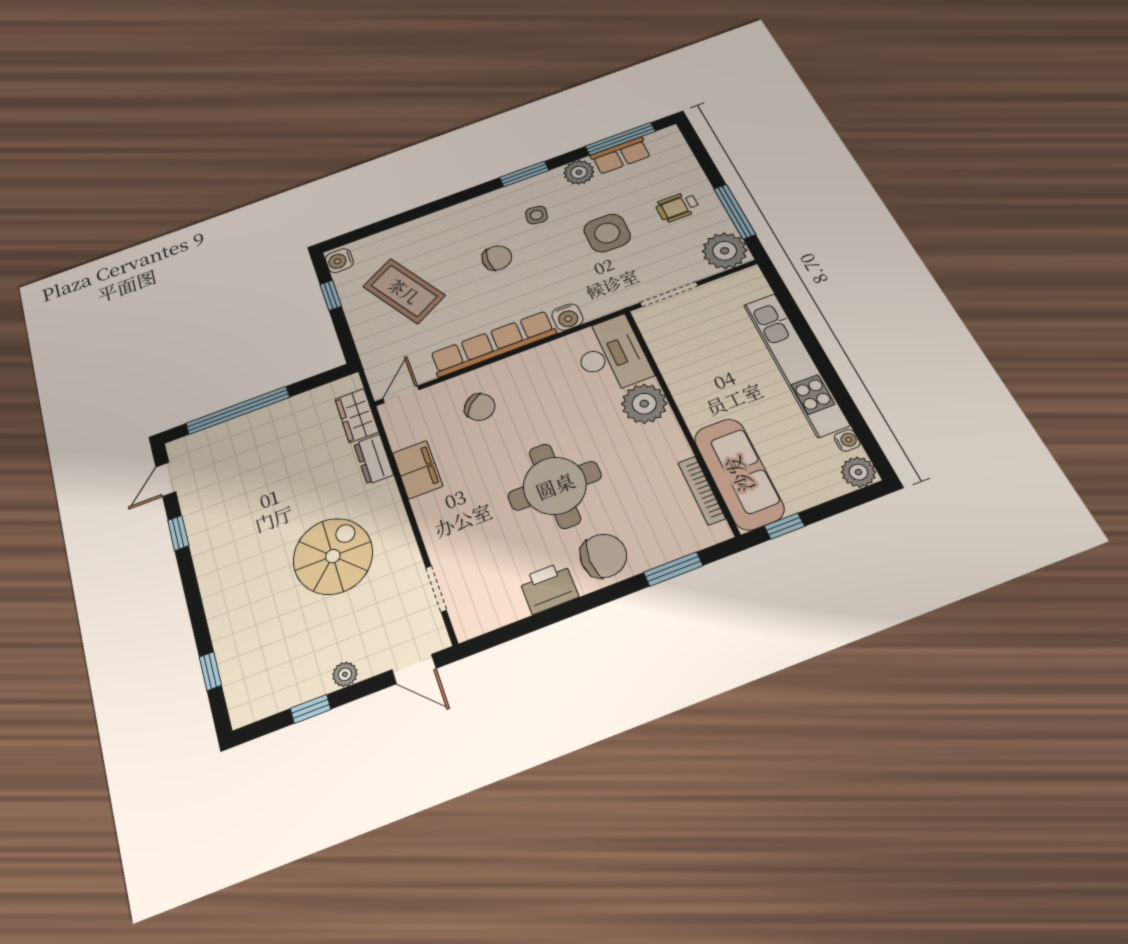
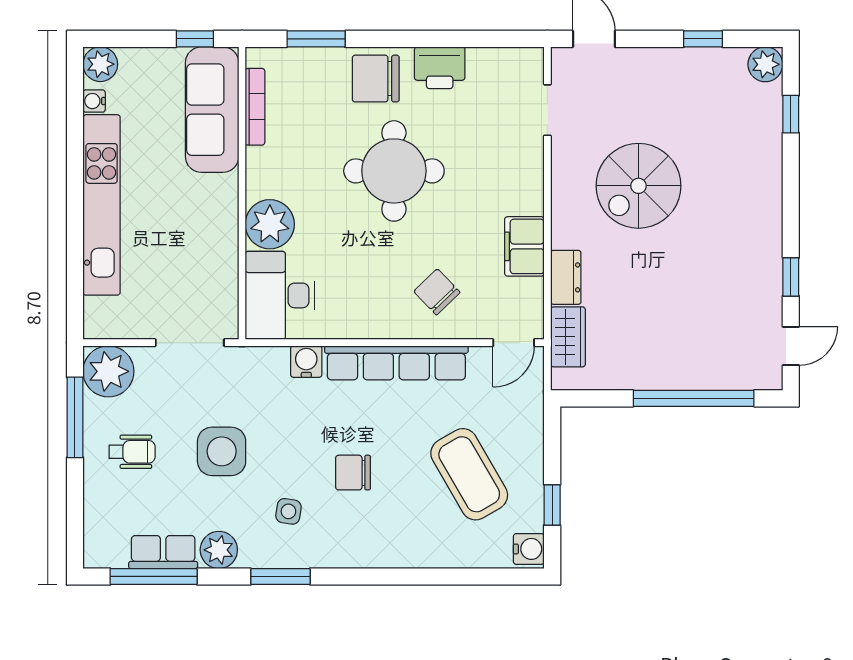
plant: (345, 674) -> (765, 64), moved, width x1.38, depth x1.38

